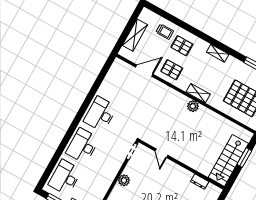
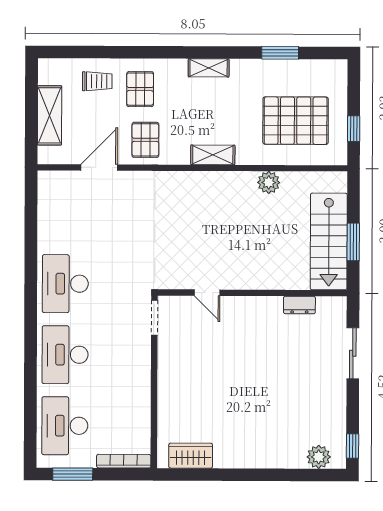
pallet: (182, 46) -> (140, 89), turned 90
pallet: (172, 70) -> (145, 140), turned 90
plant: (193, 106) -> (269, 182), moved
window: (244, 158) -> (353, 242), moved
plant: (124, 180) -> (169, 375), removed

